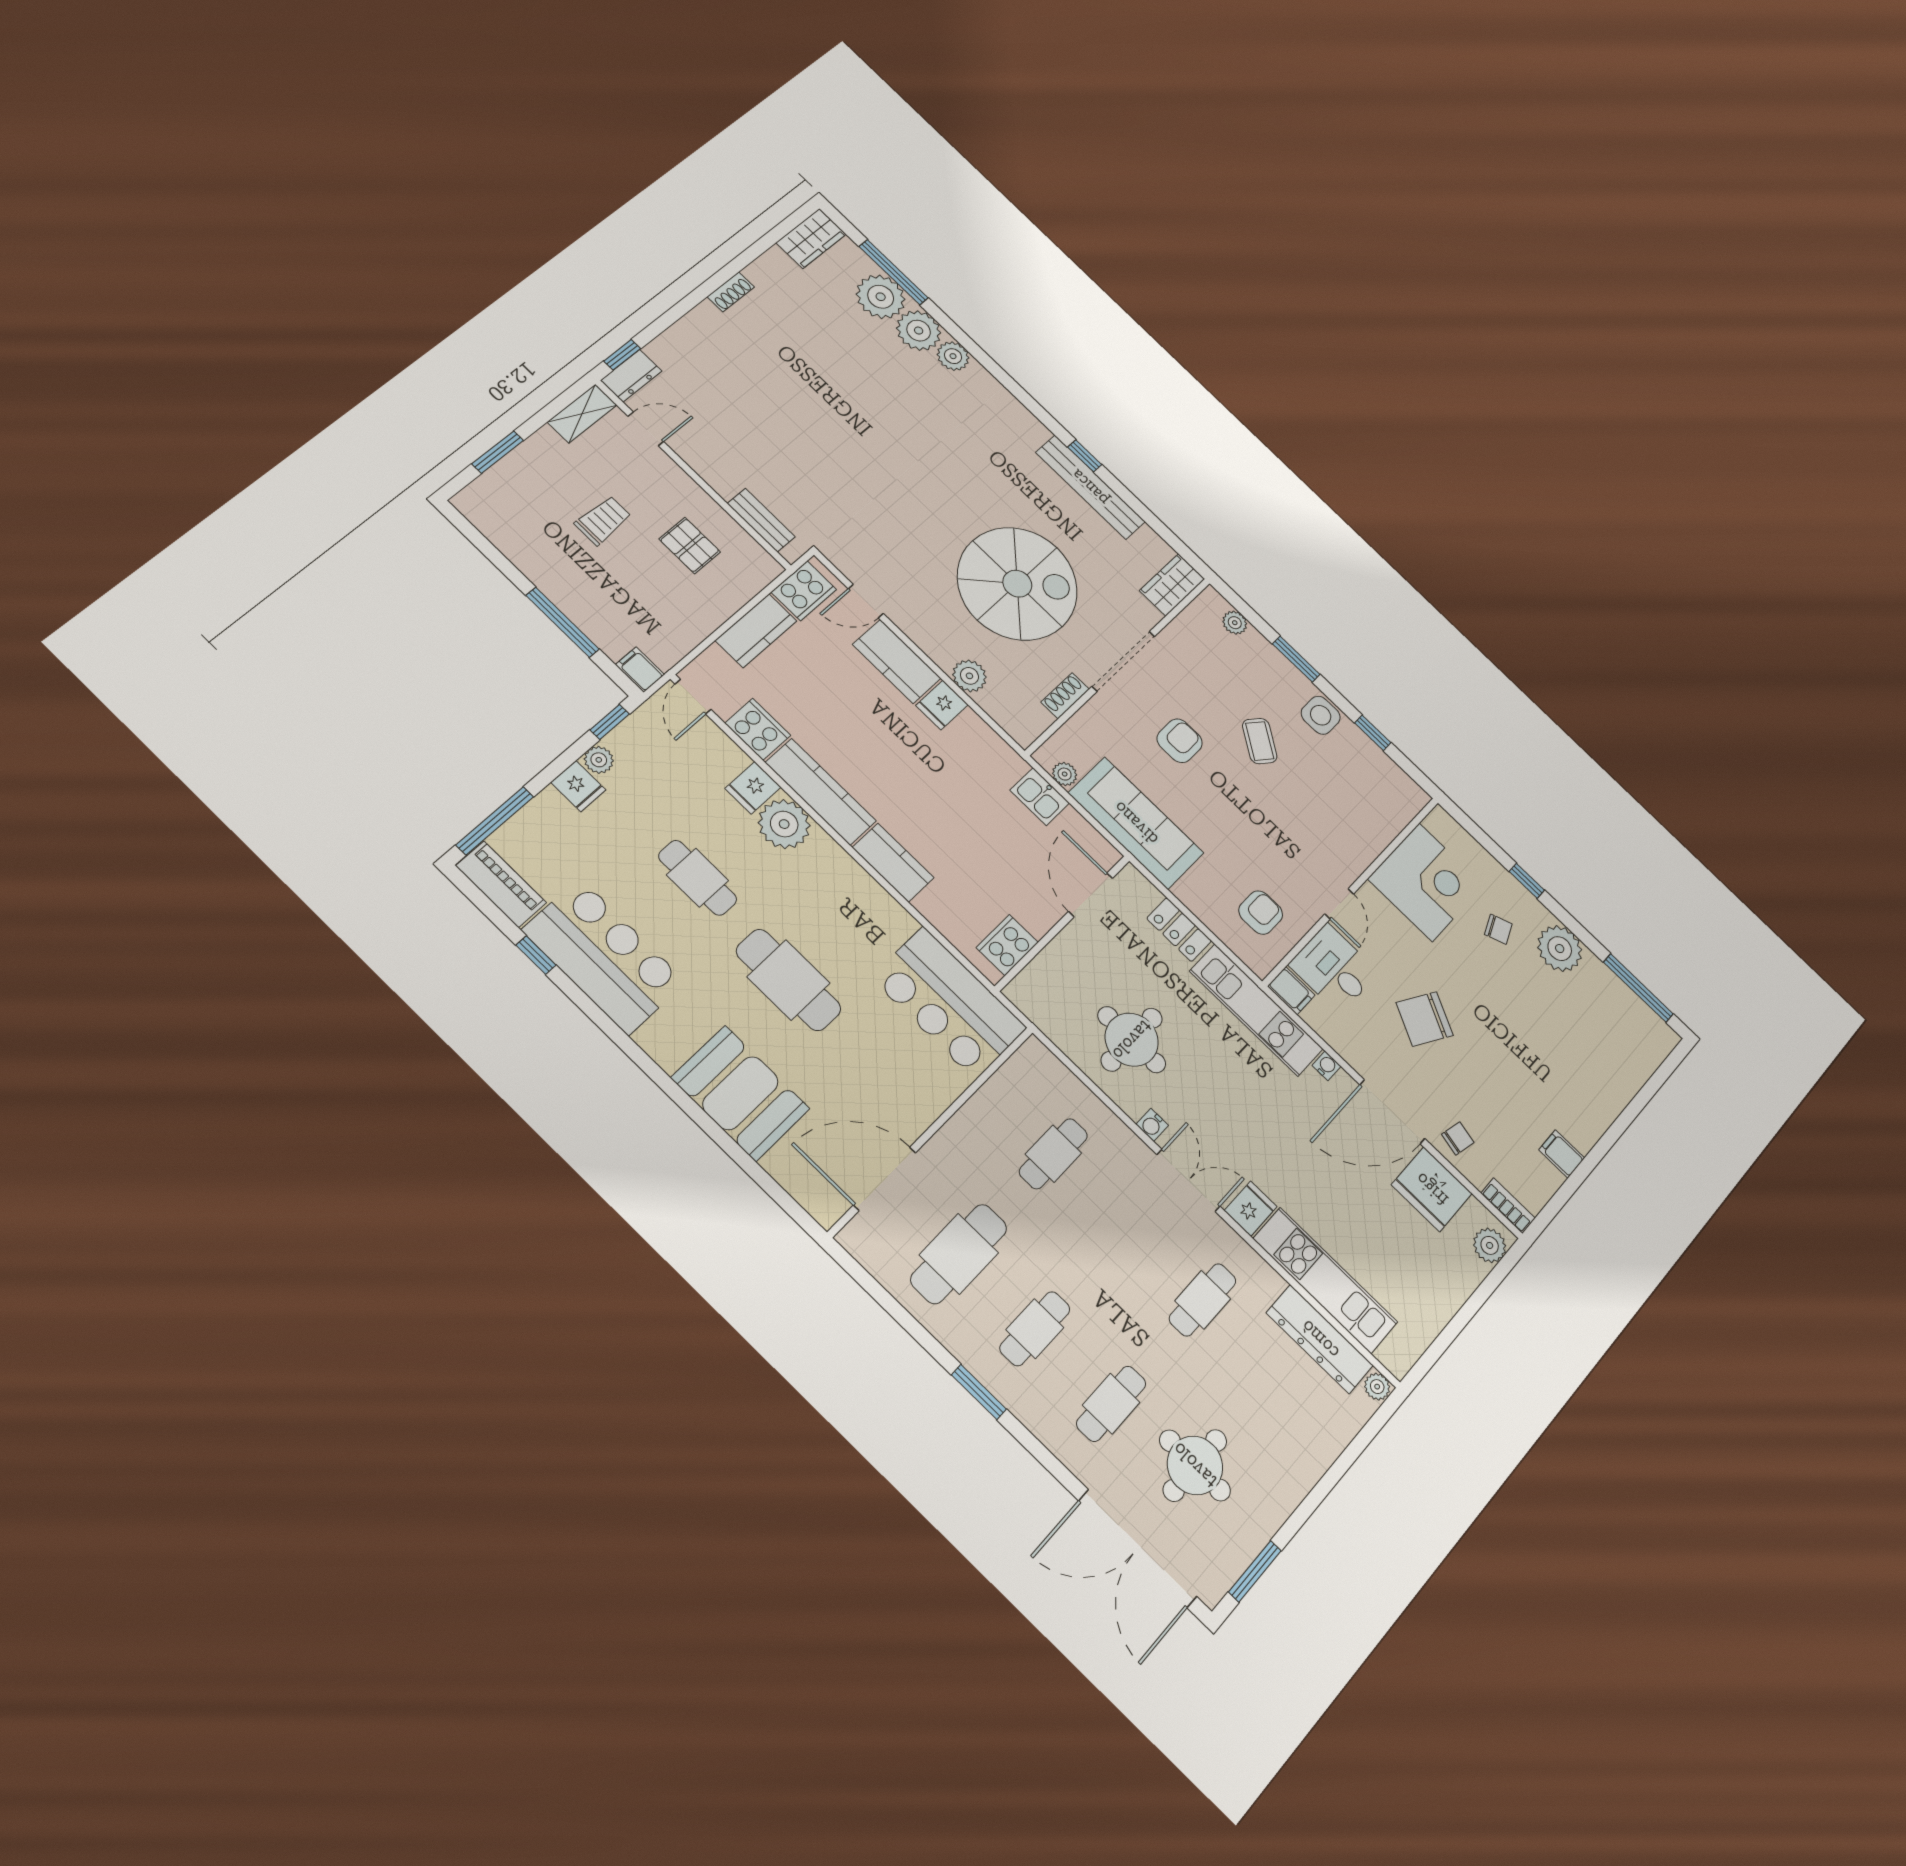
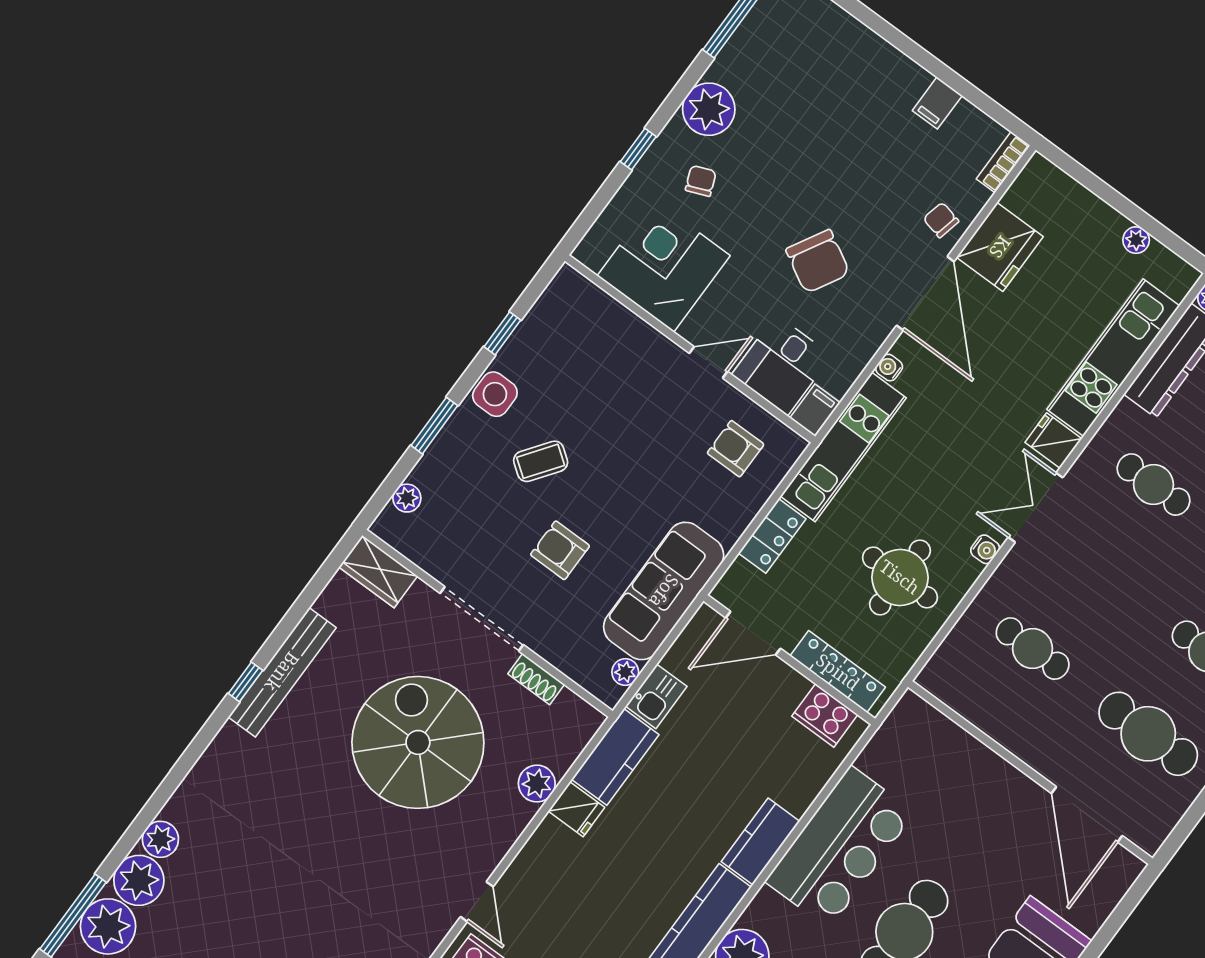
kitchen counter: (897, 661) -> (615, 757), moved
locker: (1048, 965) -> (838, 672), added
bar counter: (949, 1003) -> (840, 847), moved
plant: (1490, 1245) -> (1136, 240), moved, width x0.73, depth x0.73

